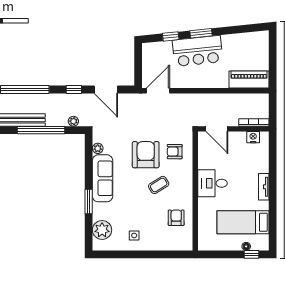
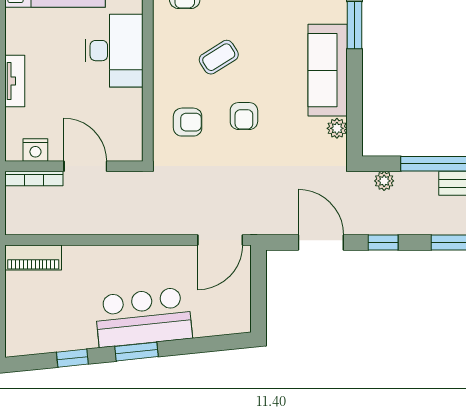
window: (171, 36) -> (72, 358), moved
piano: (249, 80) -> (33, 258), width x0.73, depth x0.75
door: (217, 129) -> (85, 166), moved
armchair: (146, 155) -> (244, 116), width x0.53, depth x0.53
desk: (213, 183) -> (114, 51), width x1.37
tv unit: (264, 187) -> (15, 81), moved

